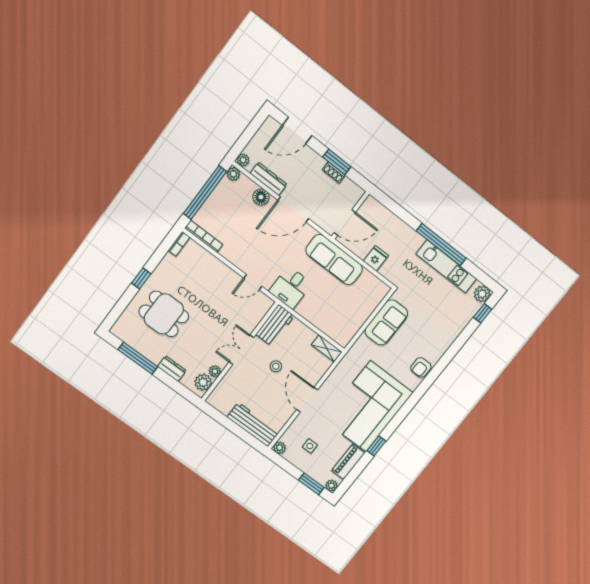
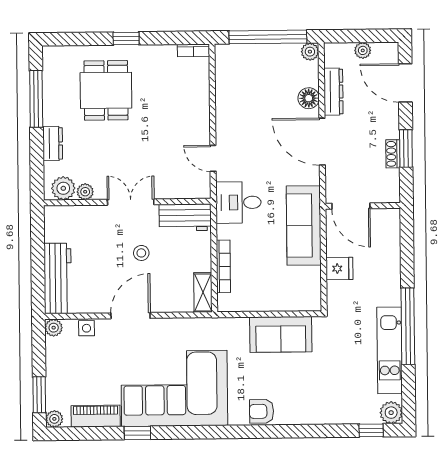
plant: (243, 160) -> (363, 50), moved
bookcase: (204, 236) -> (223, 266), moved
side table: (310, 446) -> (87, 328), moved

